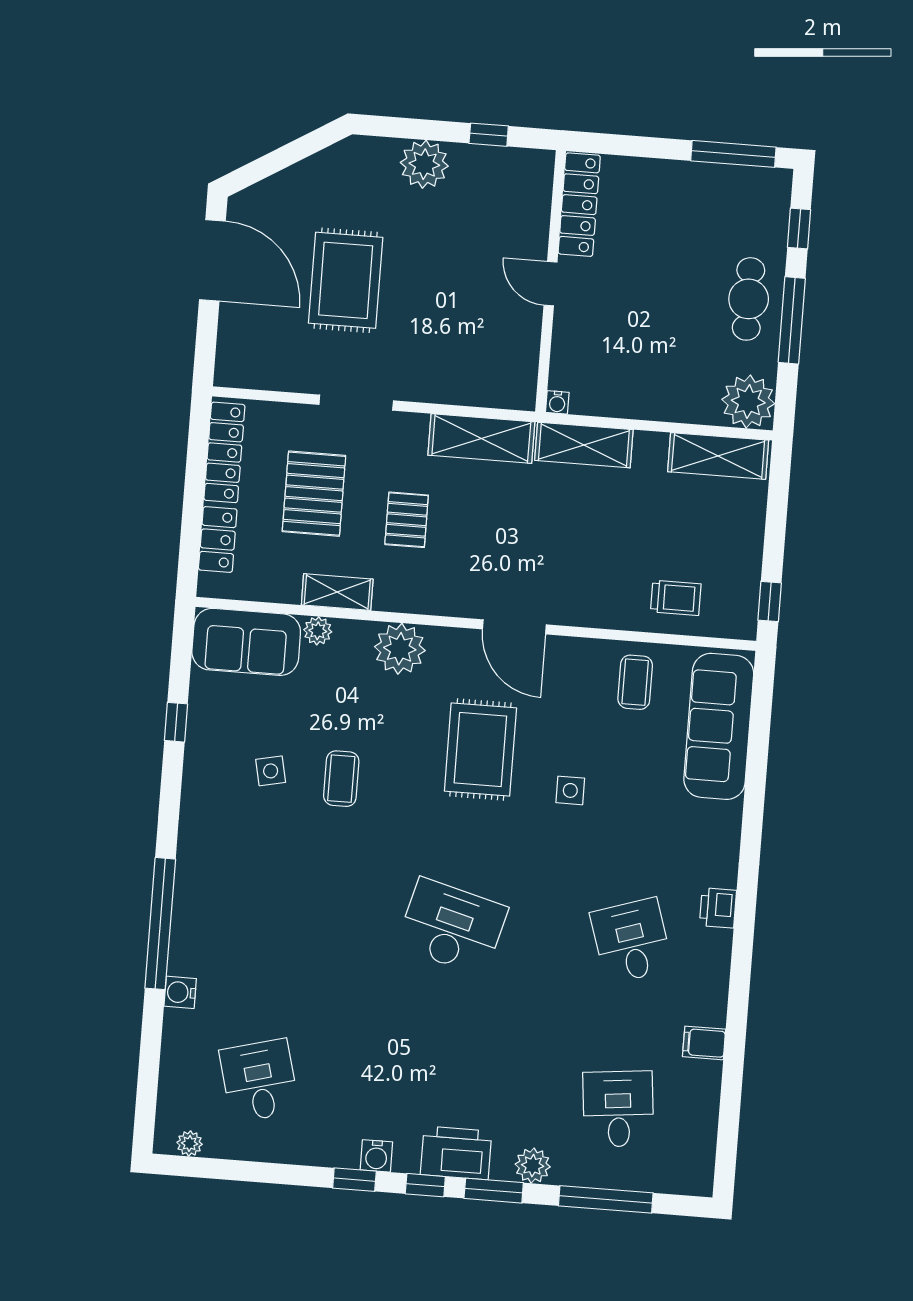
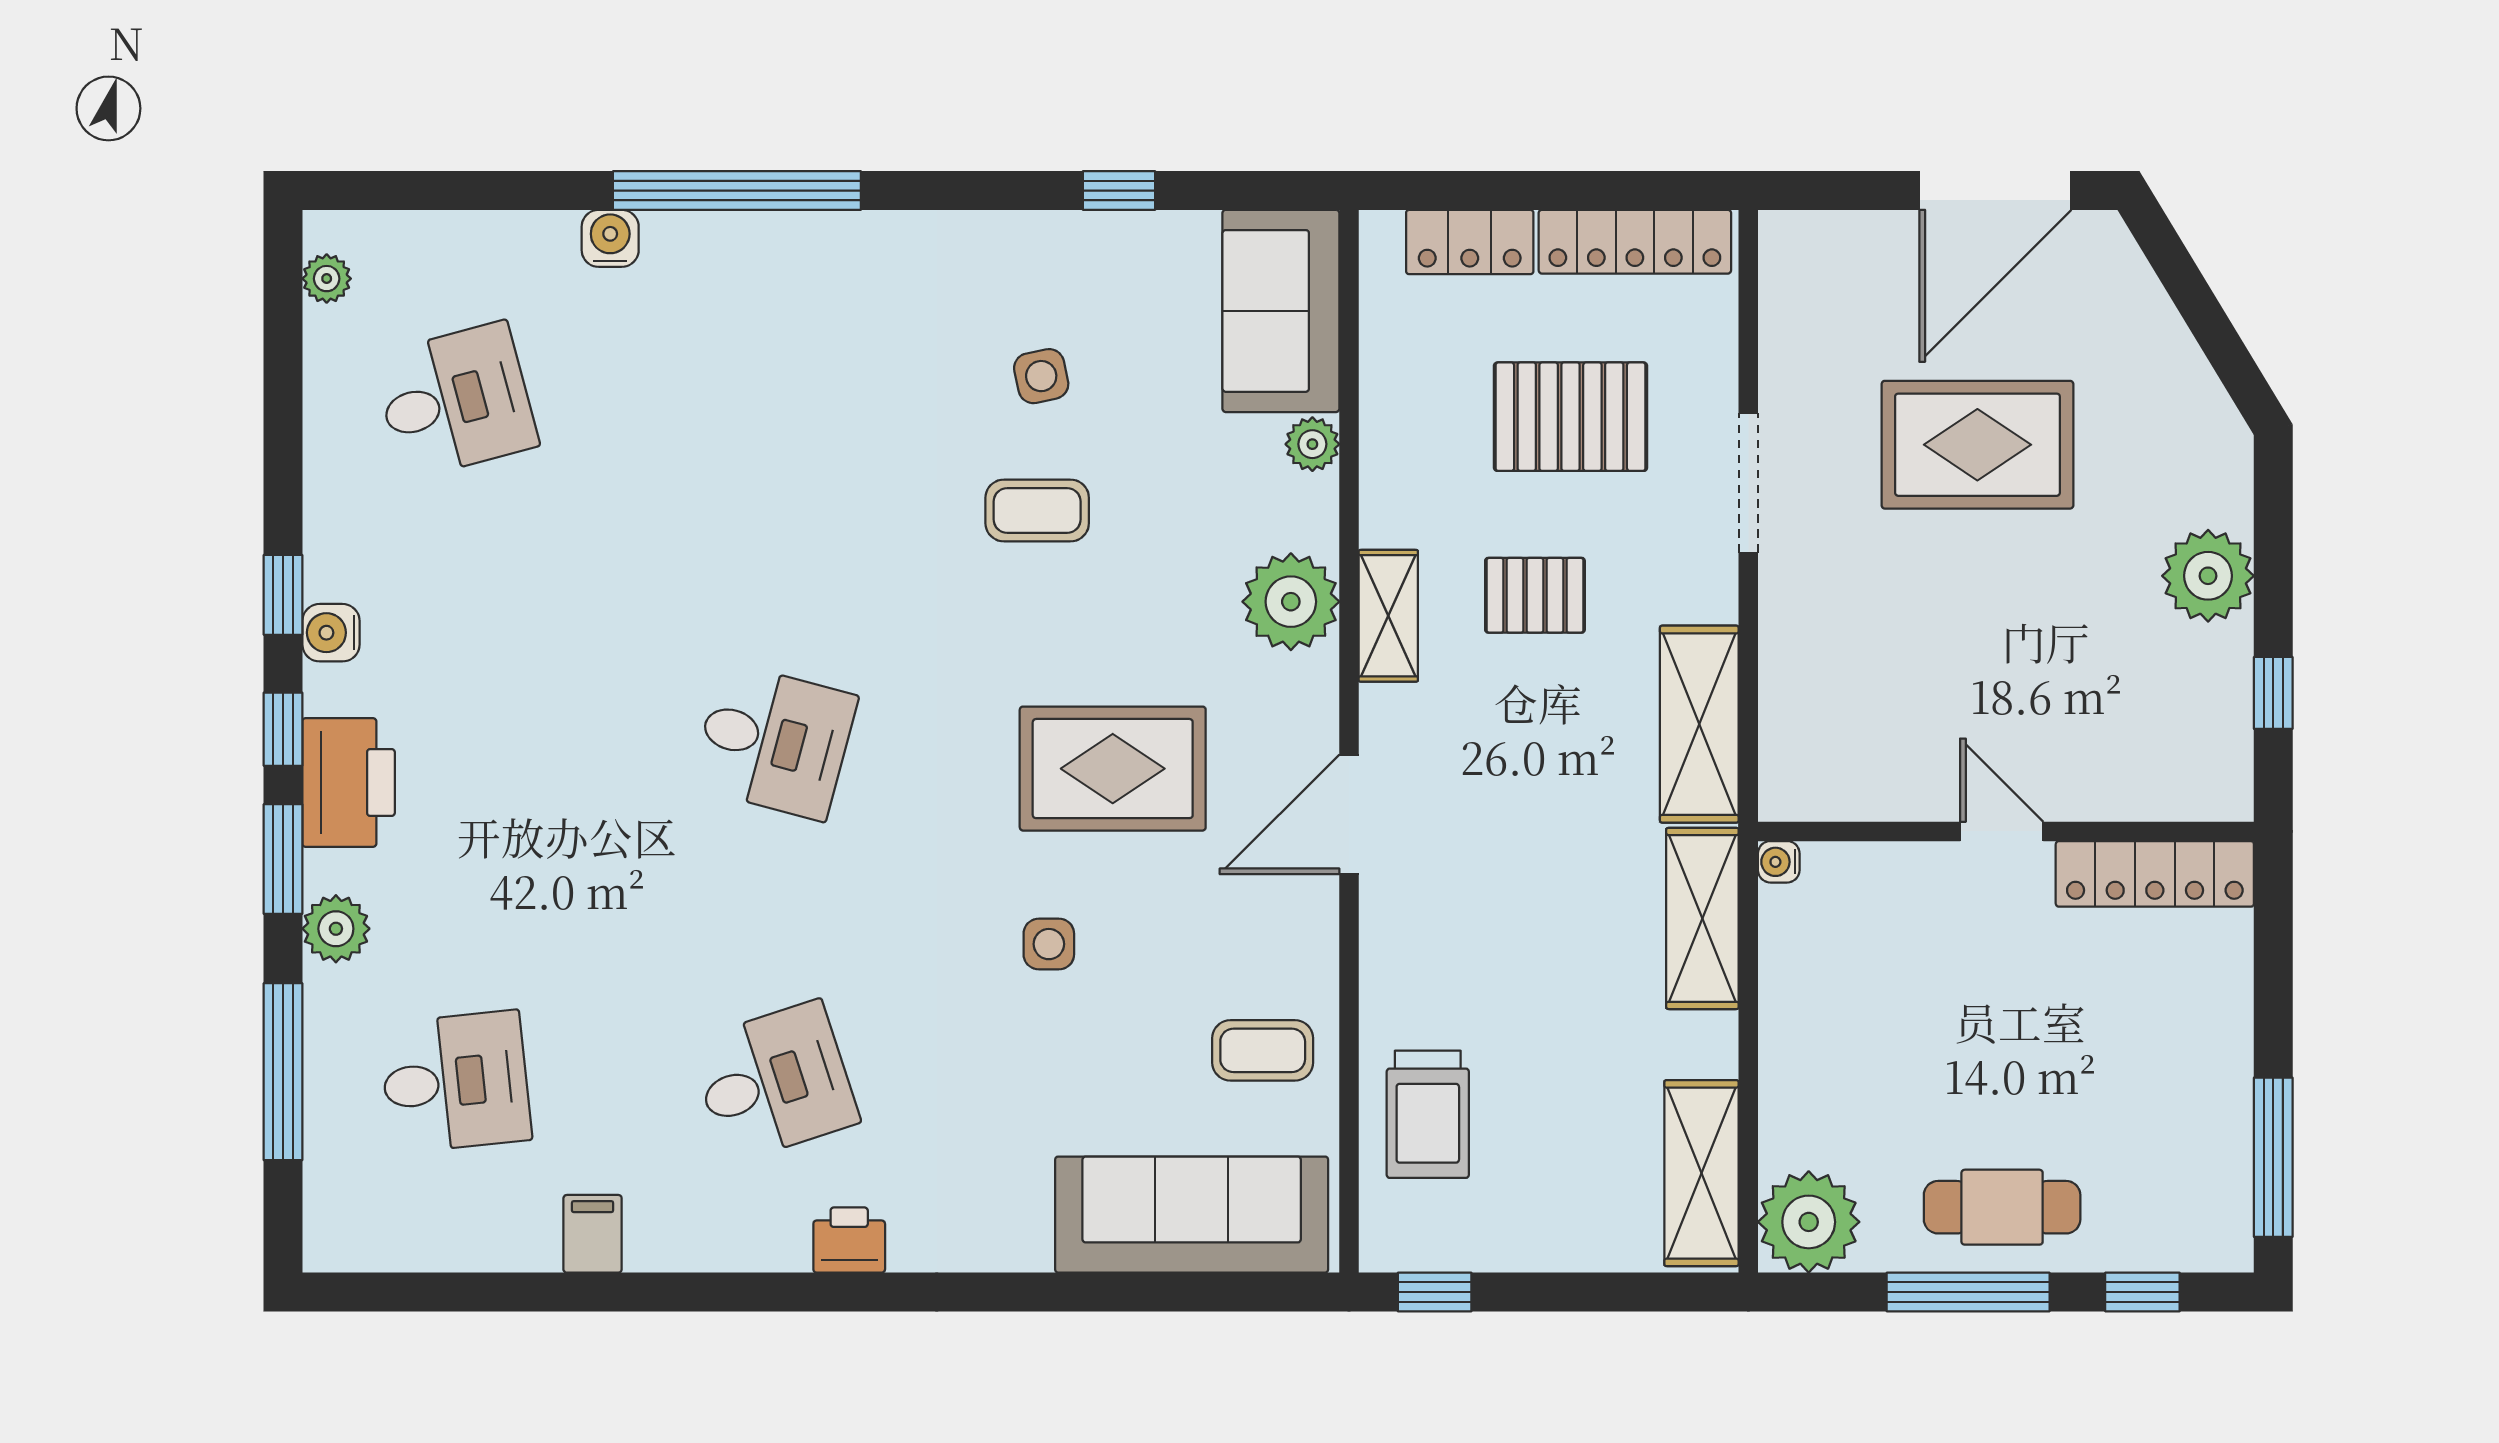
door: (550, 284) -> (2002, 831), hinge flipped
shelving: (337, 592) -> (1388, 616), moved
trolley: (676, 598) -> (1428, 1114), width x1.36, depth x1.39
desk: (452, 927) -> (774, 741), width x0.73

